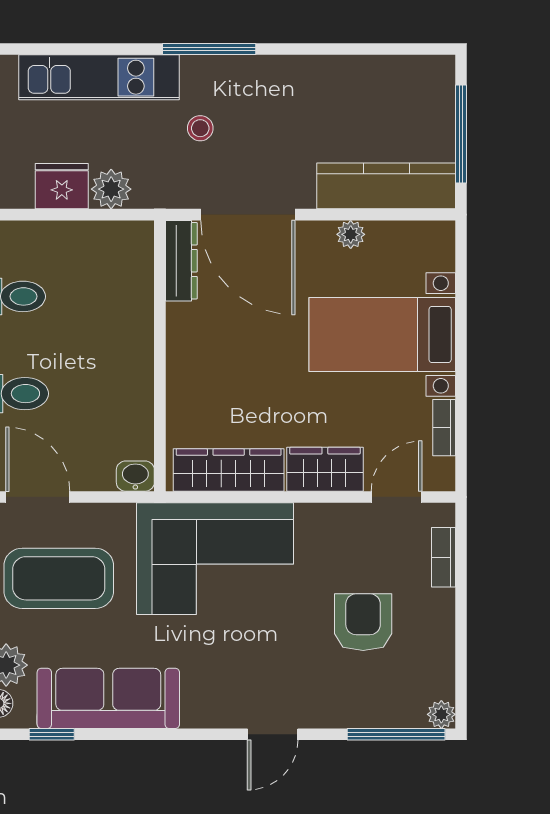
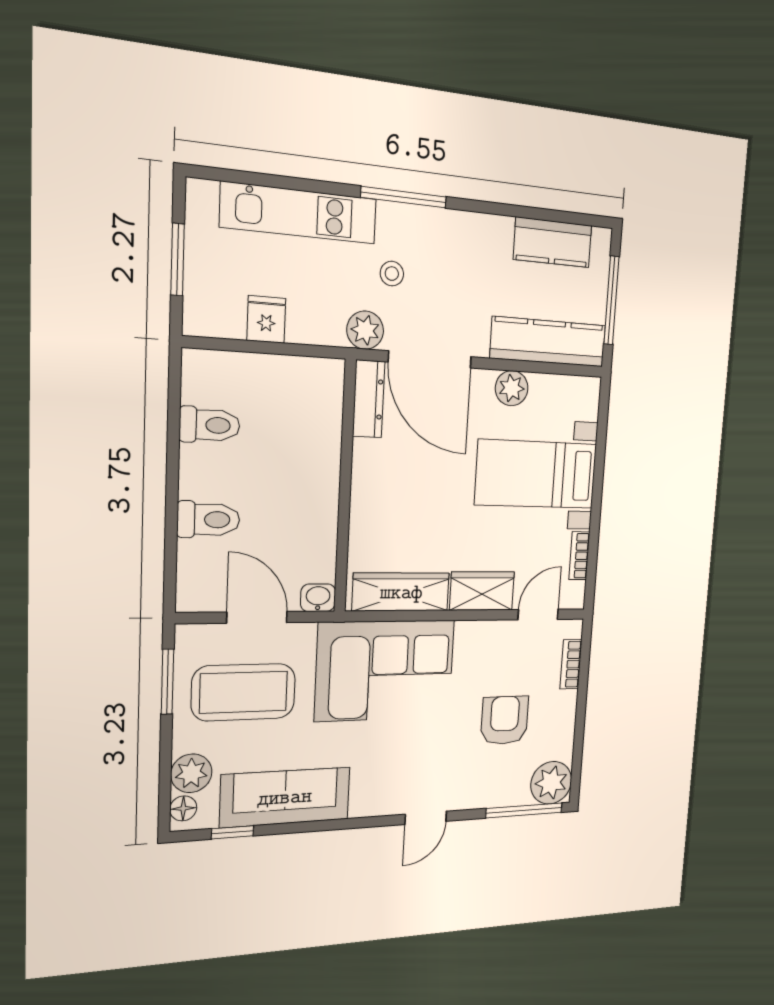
kitchen counter: (383, 78) -> (553, 242), added
fridge: (62, 186) -> (266, 319), width x0.72
plant: (111, 189) -> (365, 330), moved
plant: (351, 234) -> (512, 388), width x1.38, depth x1.38
door: (38, 497) -> (257, 617), moved
plant: (441, 714) -> (551, 783), width x1.88, depth x1.88

